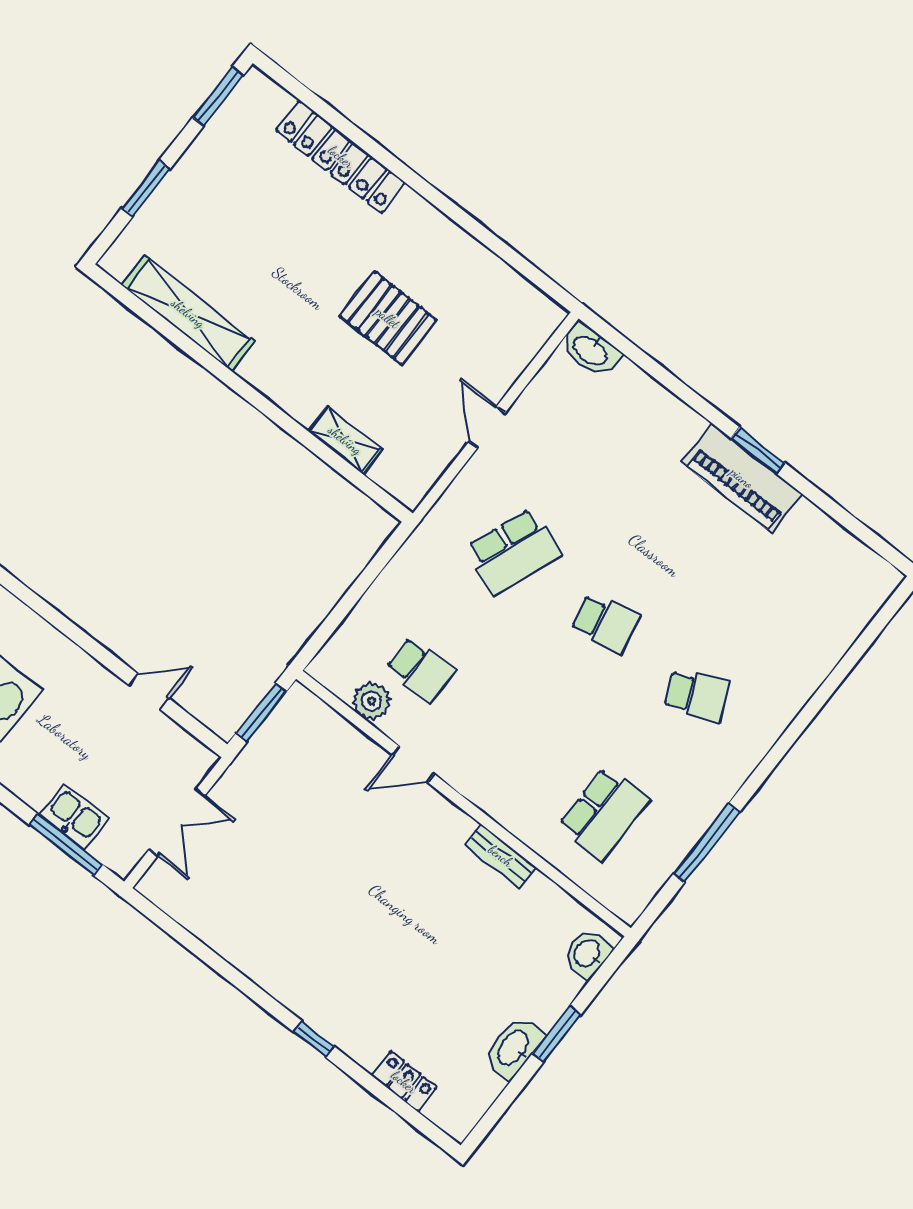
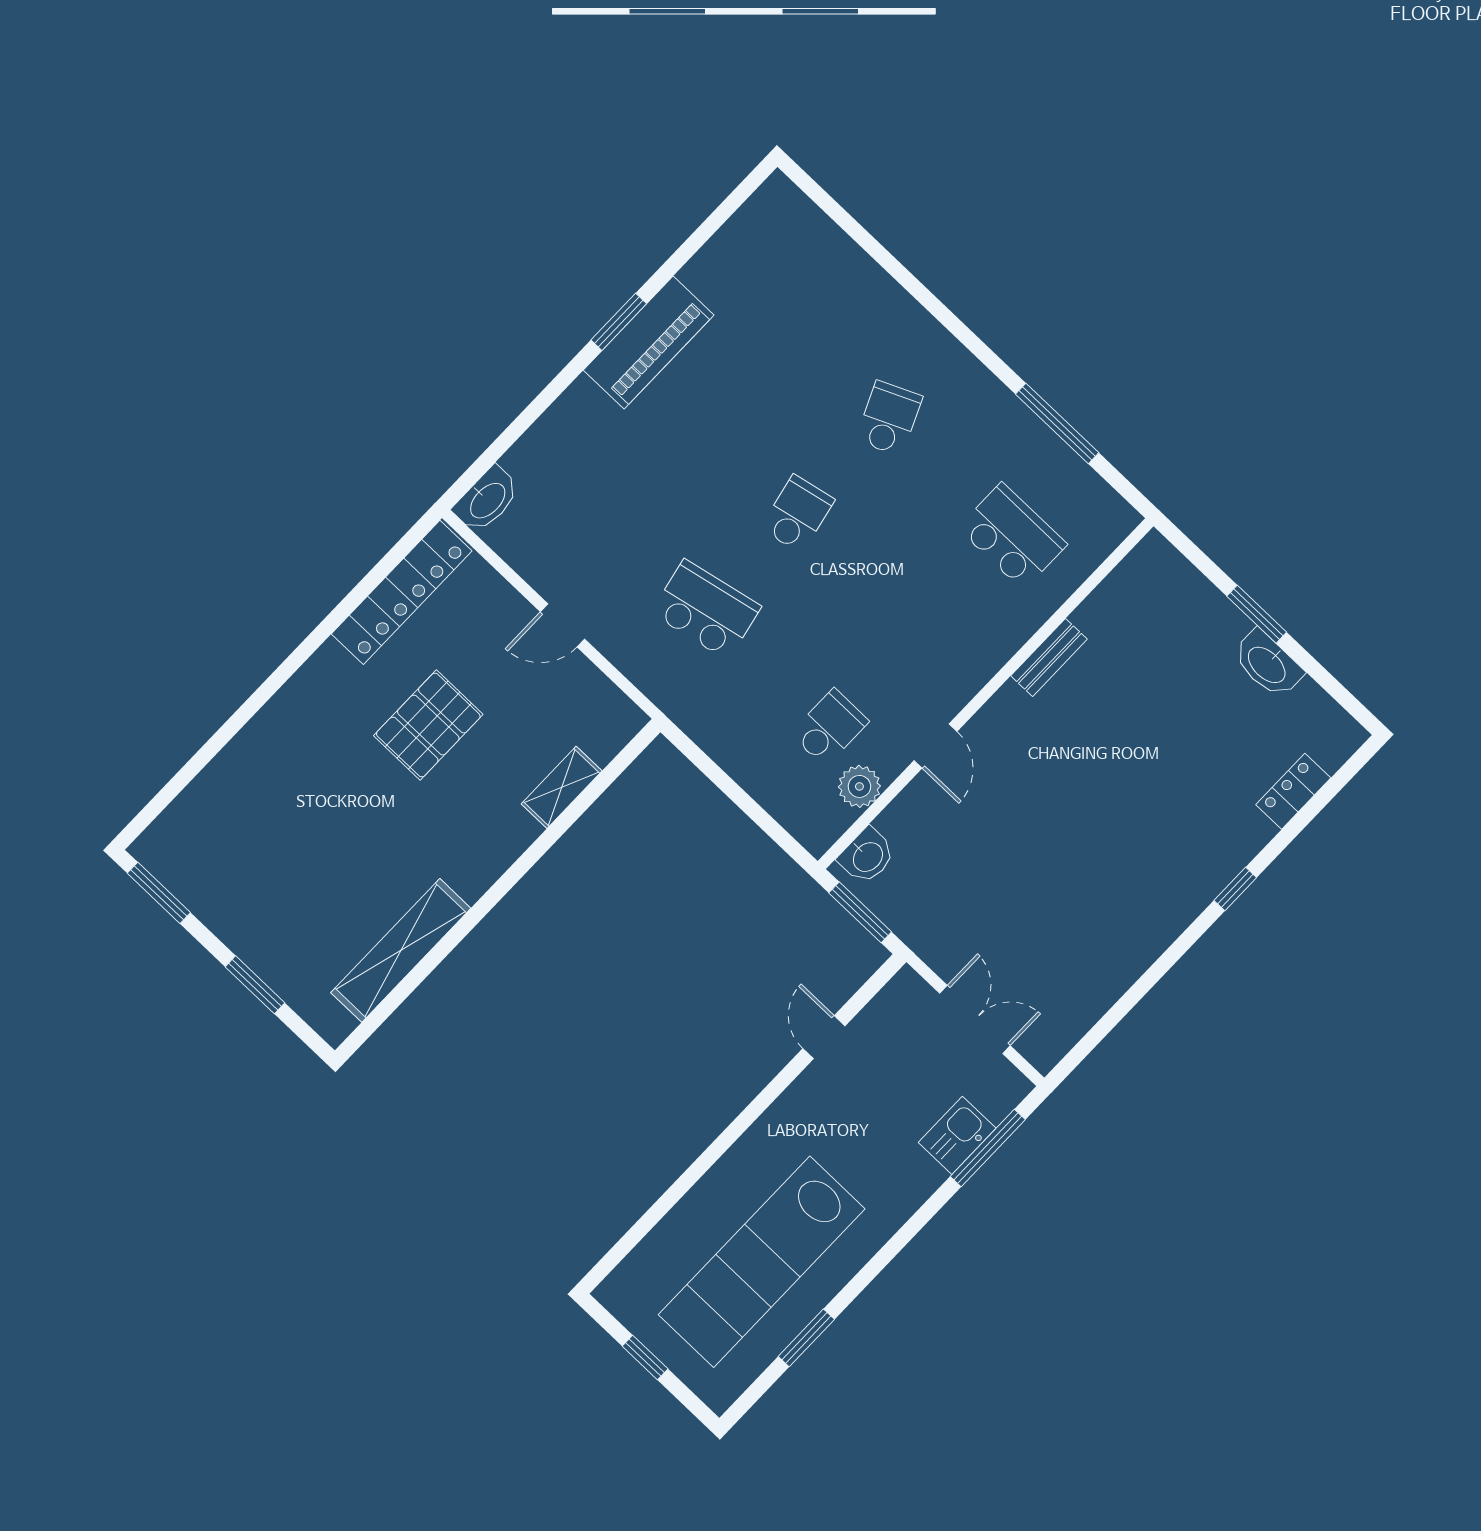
locker: (341, 157) -> (402, 592), moved
school desk: (513, 552) -> (706, 610), turned -33
washbasin: (588, 954) -> (867, 856), moved, turned -90

